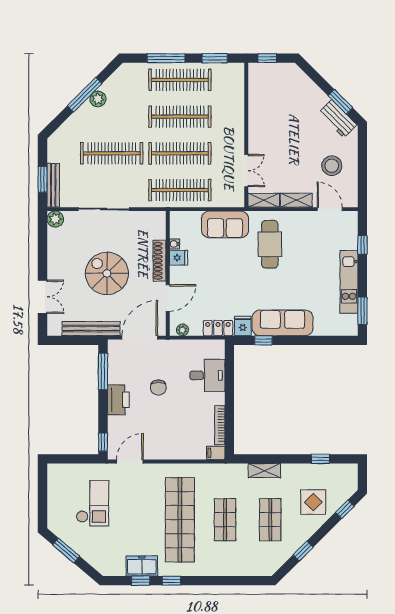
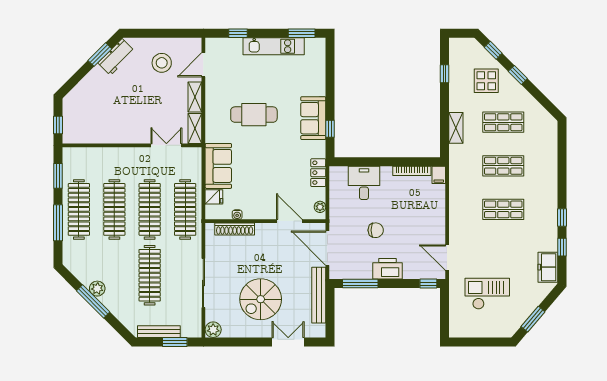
bench: (53, 185) -> (159, 332), moved
cafe table: (270, 244) -> (254, 115), moved
fridge: (178, 258) -> (214, 197), moved, turned 90
shoe rack: (160, 261) -> (235, 229), moved
spiral stairs: (107, 273) -> (261, 299), moved
sofa: (283, 323) -> (313, 118), width x0.73
fridge: (243, 326) -> (316, 149), removed
shop shelf: (180, 520) -> (503, 209), width x0.50, depth x0.74
window: (303, 551) -> (518, 75), moved
freezer: (142, 566) -> (548, 267), moved

